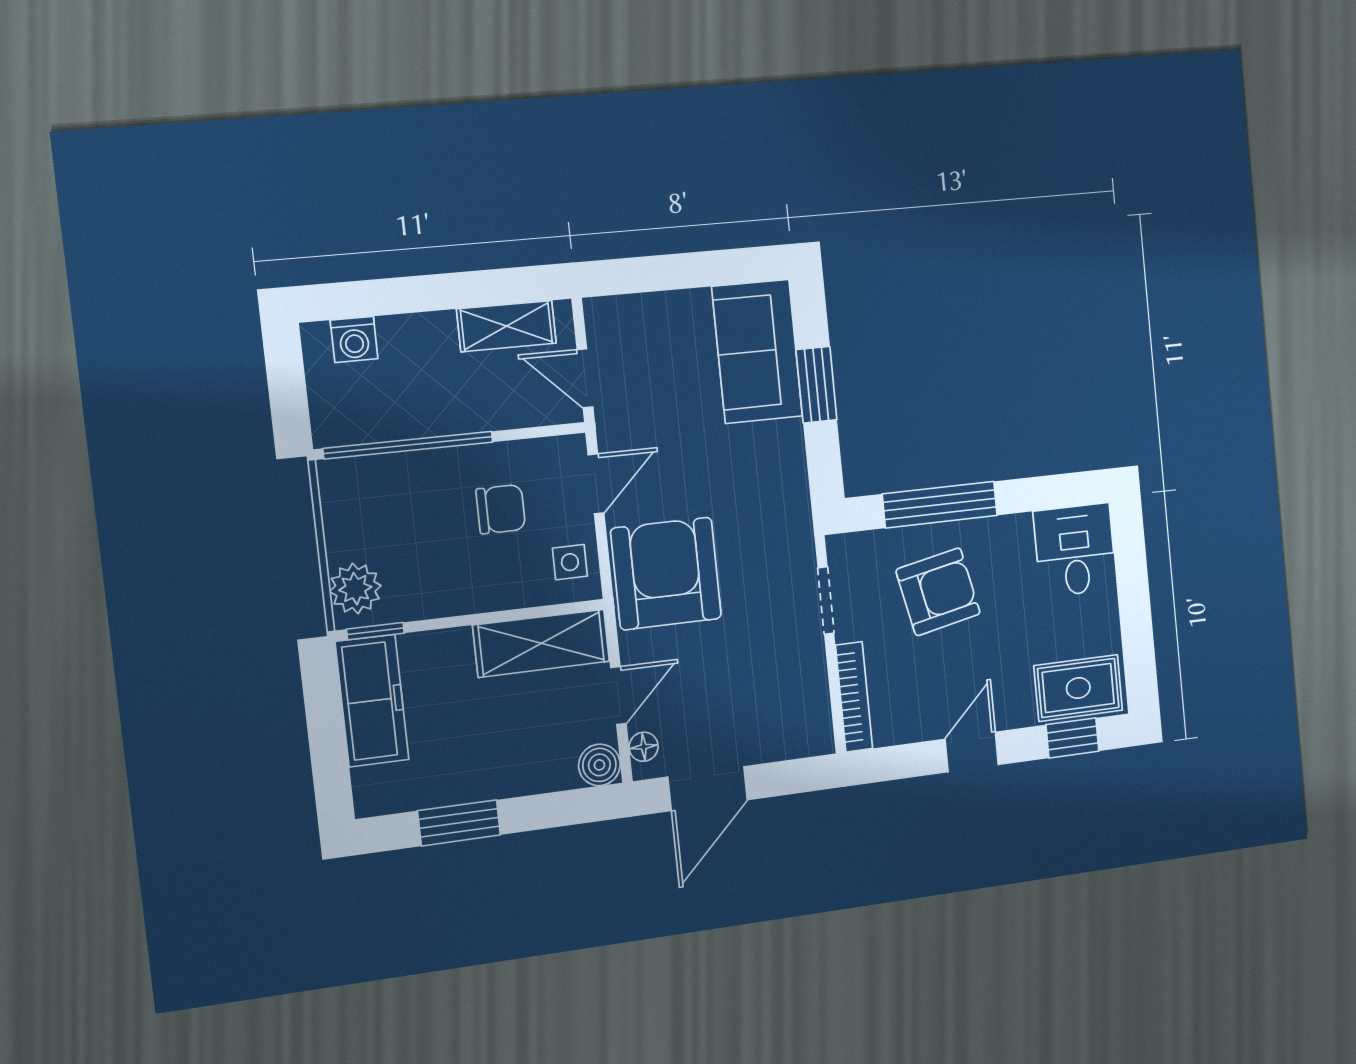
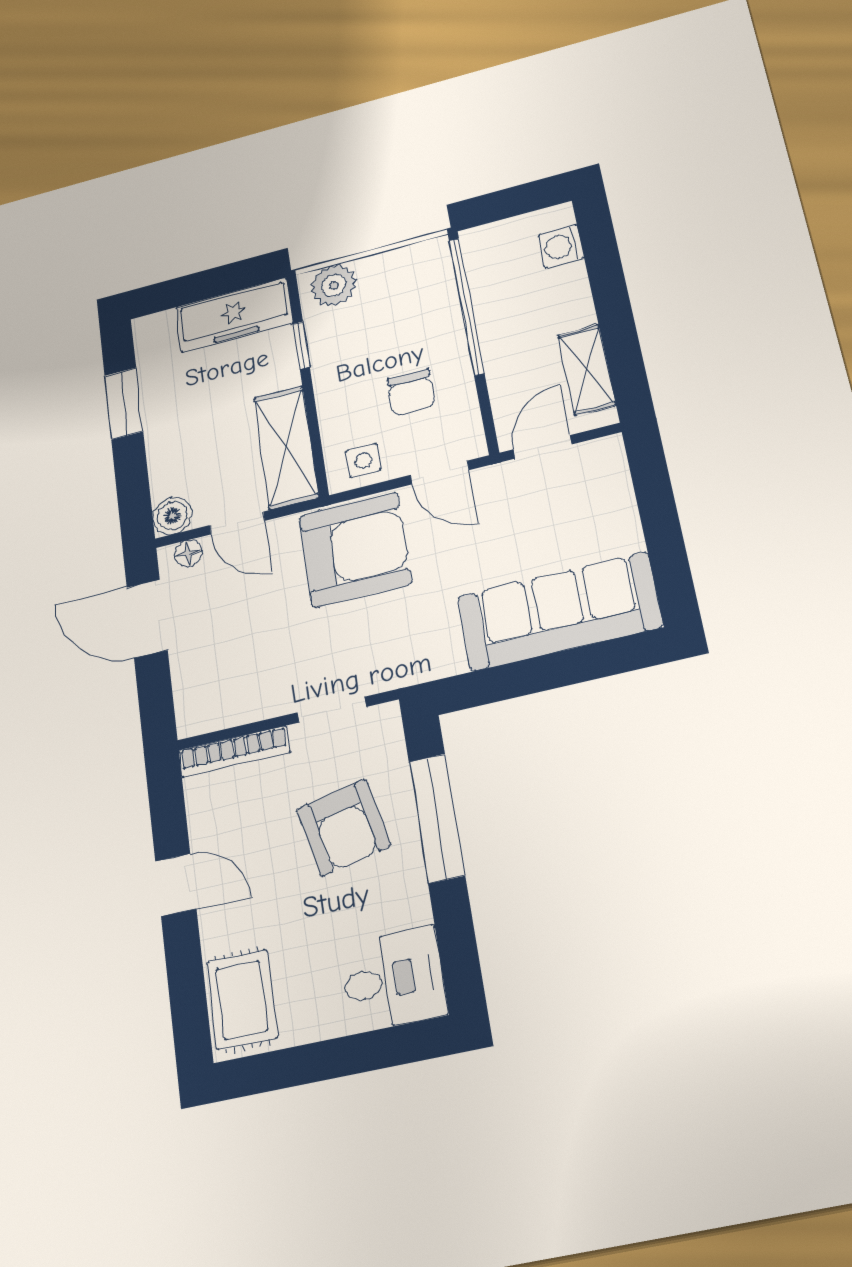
sofa: (757, 351) -> (559, 612), width x1.36
window: (817, 385) -> (555, 670), removed
window: (375, 631) -> (301, 345), moved
window: (1072, 738) -> (188, 999), removed

